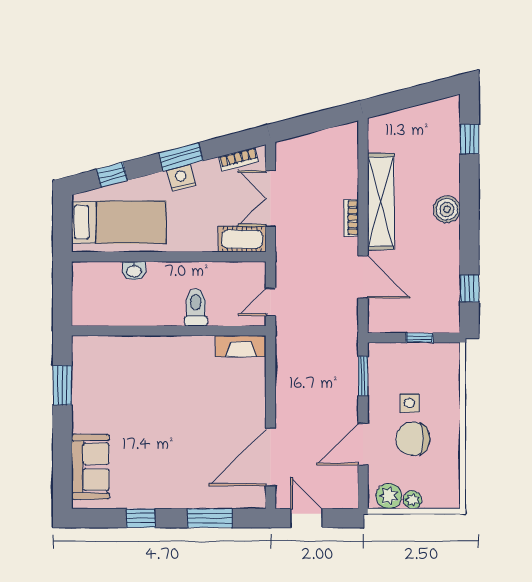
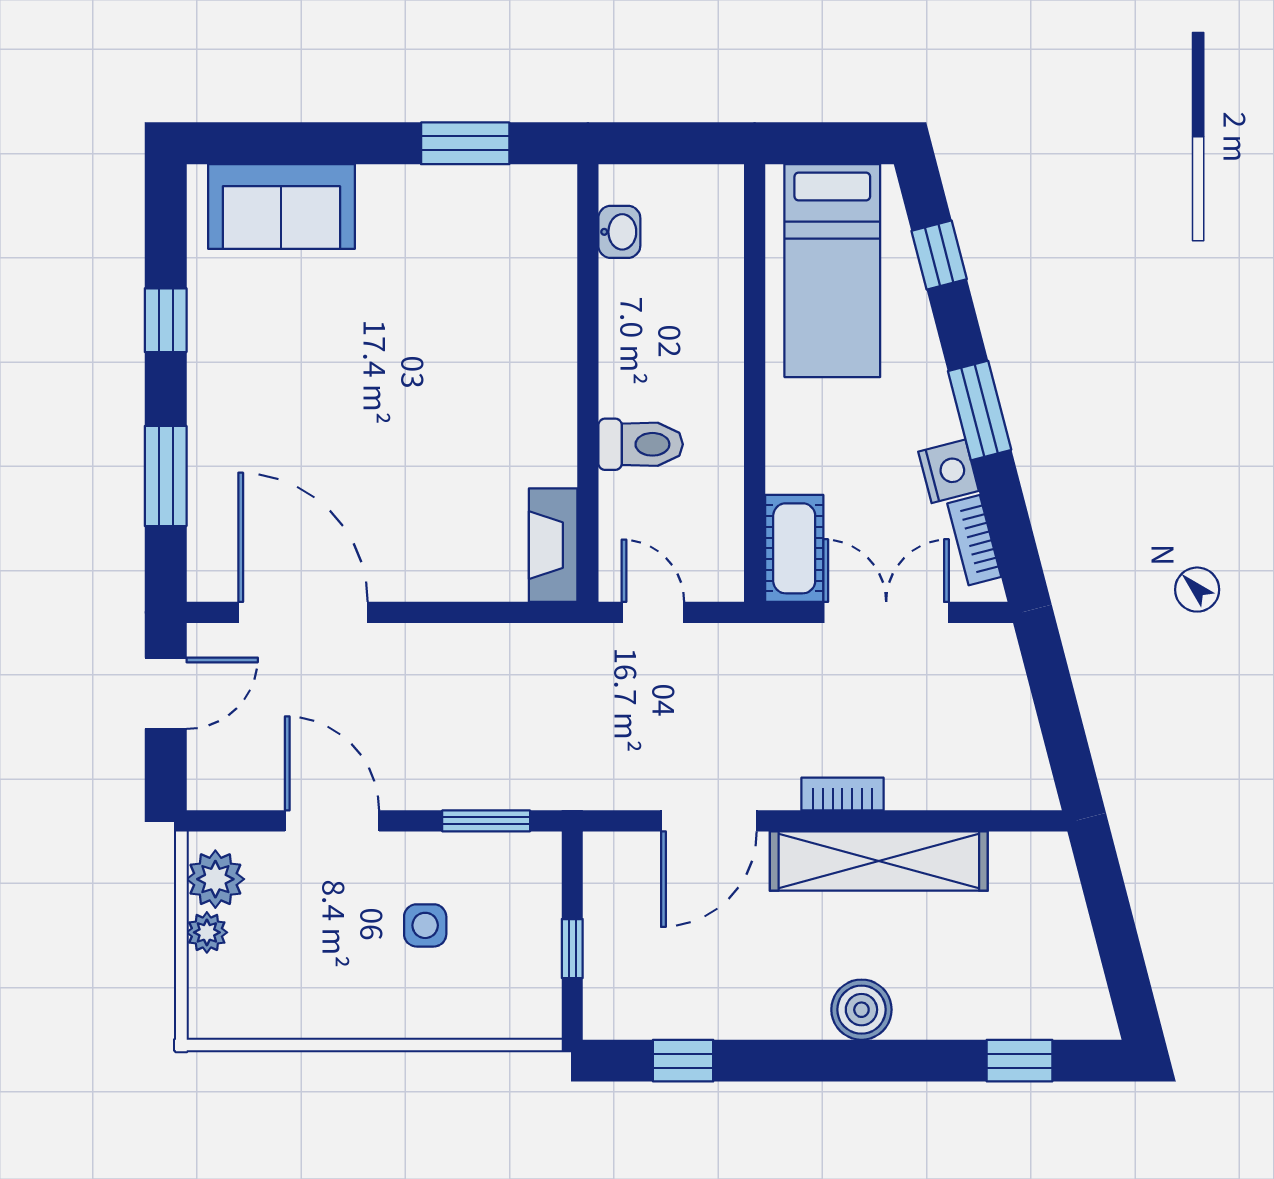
nightstand: (181, 178) -> (949, 471), moved
washbasin: (134, 271) -> (619, 232), moved, turned 180
chair: (413, 439) -> (344, 933), removed

